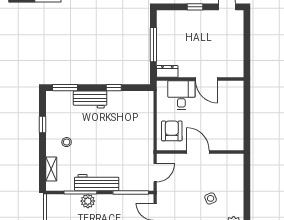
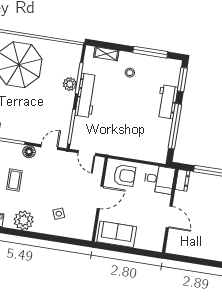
door: (207, 79) -> (169, 217), swing flipped
window: (114, 88) -> (175, 126), width x3.17
desk: (181, 95) -> (159, 179), moved
window: (42, 125) -> (150, 52), width x2.17
sofa: (233, 129) -> (117, 234), added
side table: (211, 198) -> (59, 214), moved

